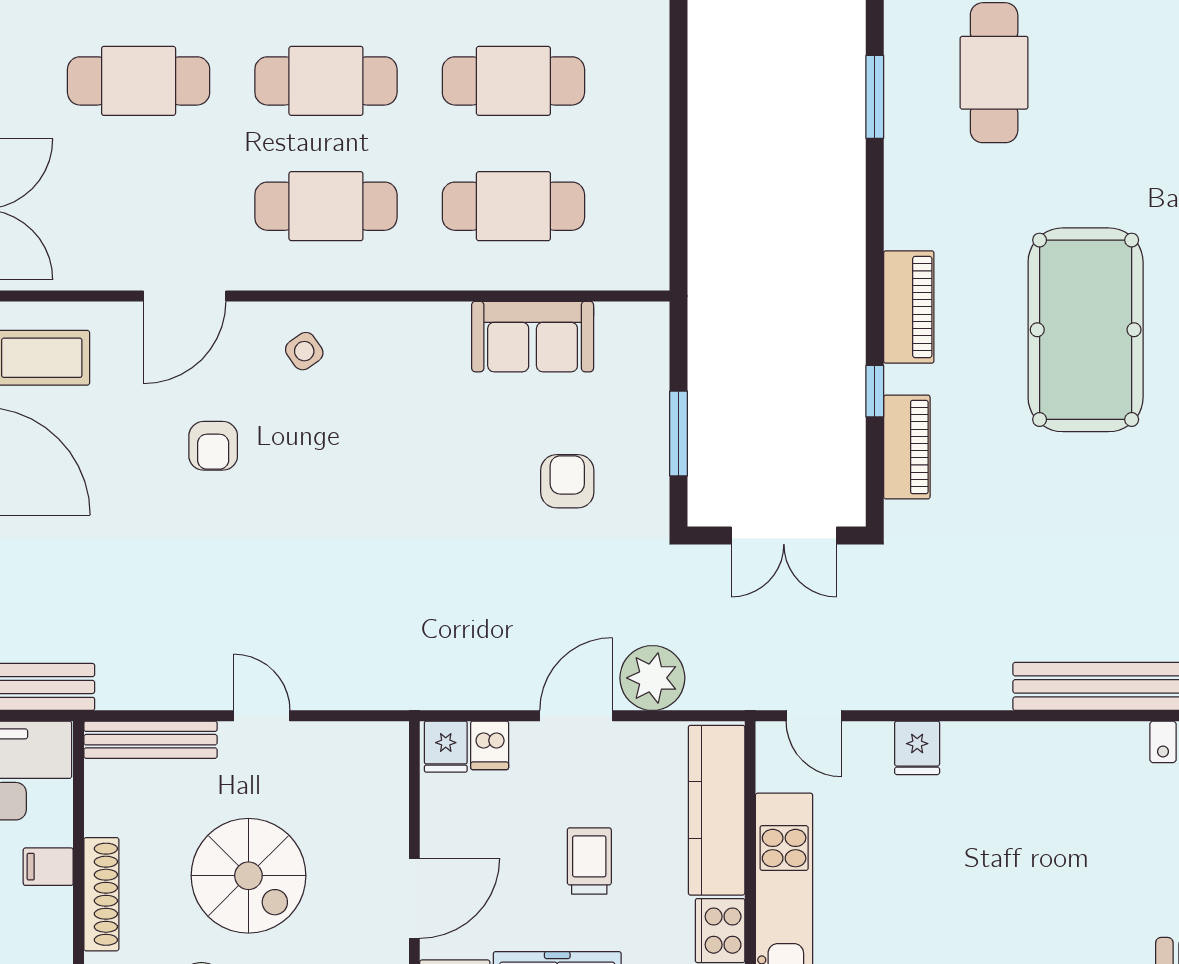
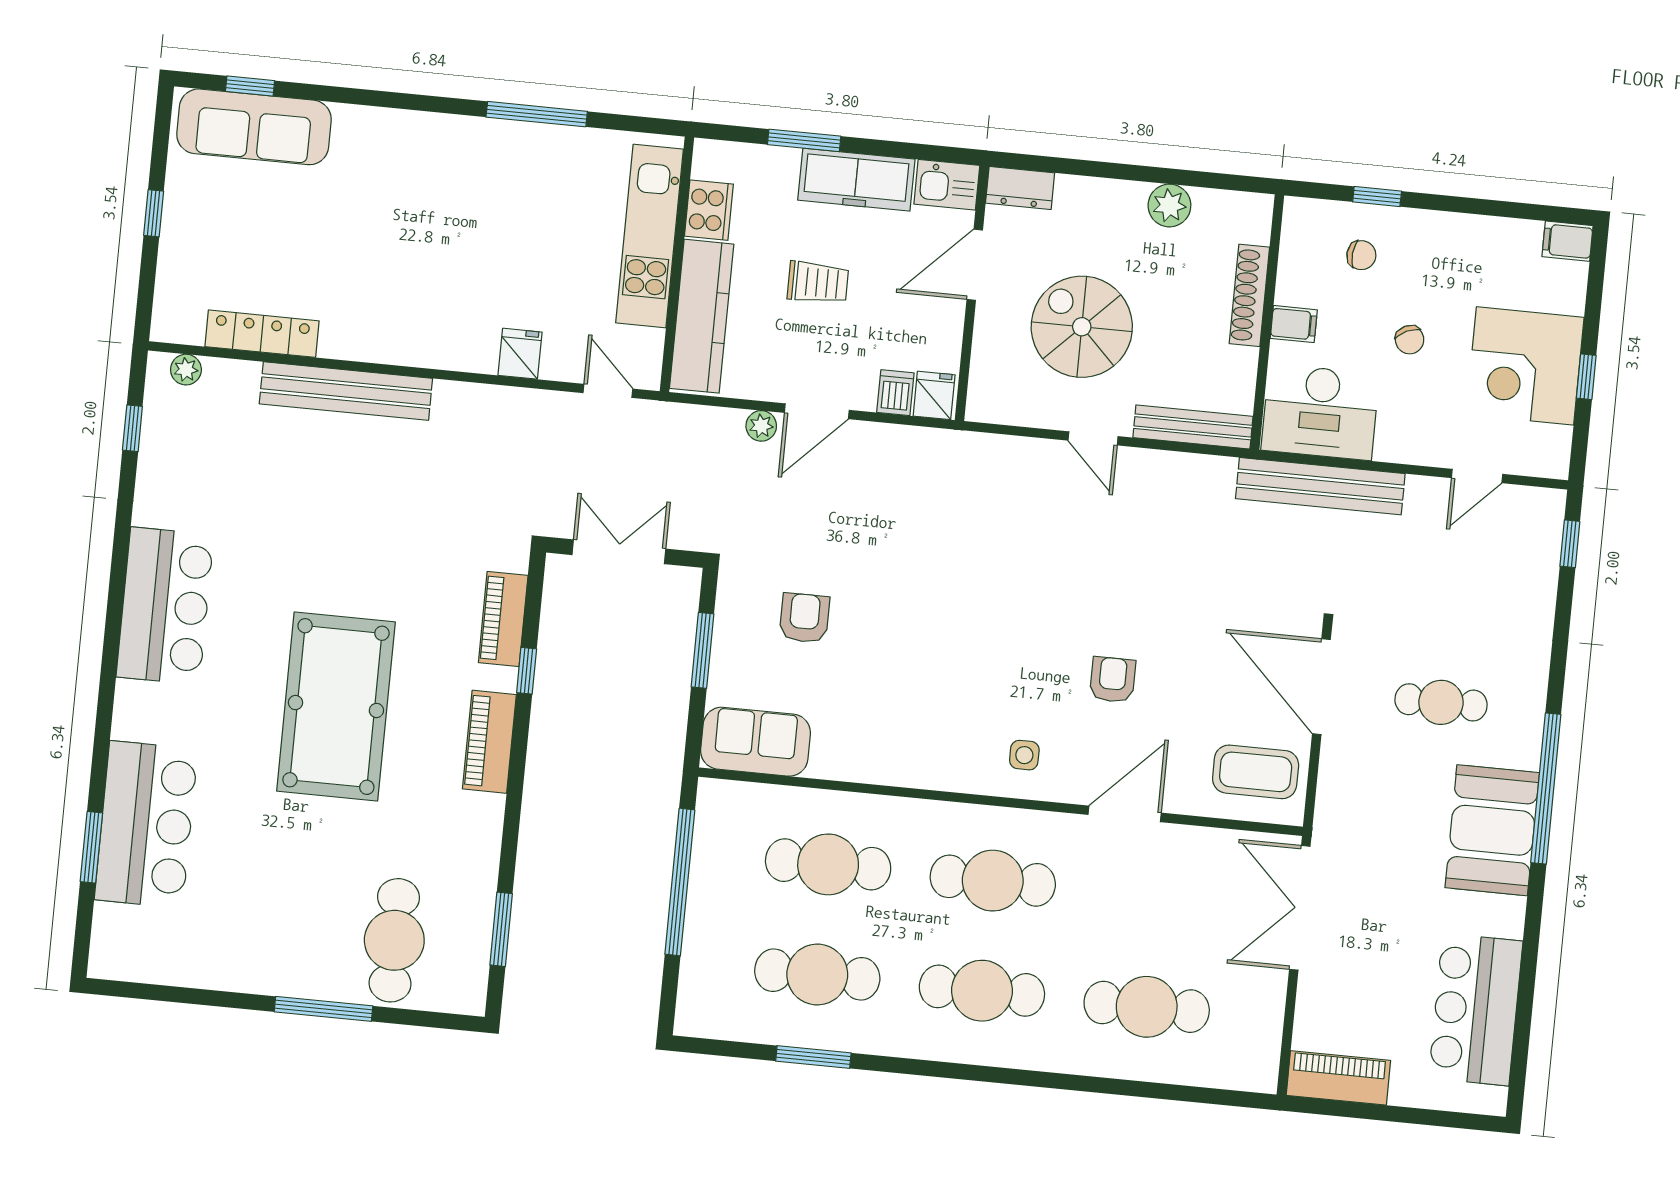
window: (679, 170) -> (680, 882), added
sofa: (533, 337) -> (756, 742), moved
side table: (304, 351) -> (1024, 755), turned 35
armchair: (567, 481) -> (804, 618), turned 180
plant: (652, 678) -> (761, 426), width x0.53, depth x0.53
trolley: (589, 861) -> (818, 282), turned -90
spiral stairs: (248, 876) -> (1082, 327), moved

